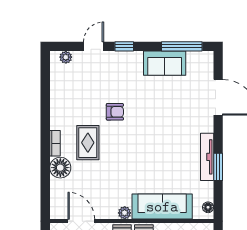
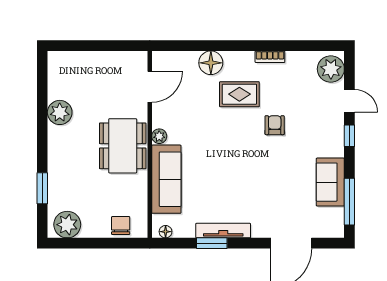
plant: (66, 57) -> (331, 69), width x1.87, depth x1.87
armchair: (115, 112) -> (275, 125), turned 180
bookcase: (55, 143) -> (270, 57), moved

